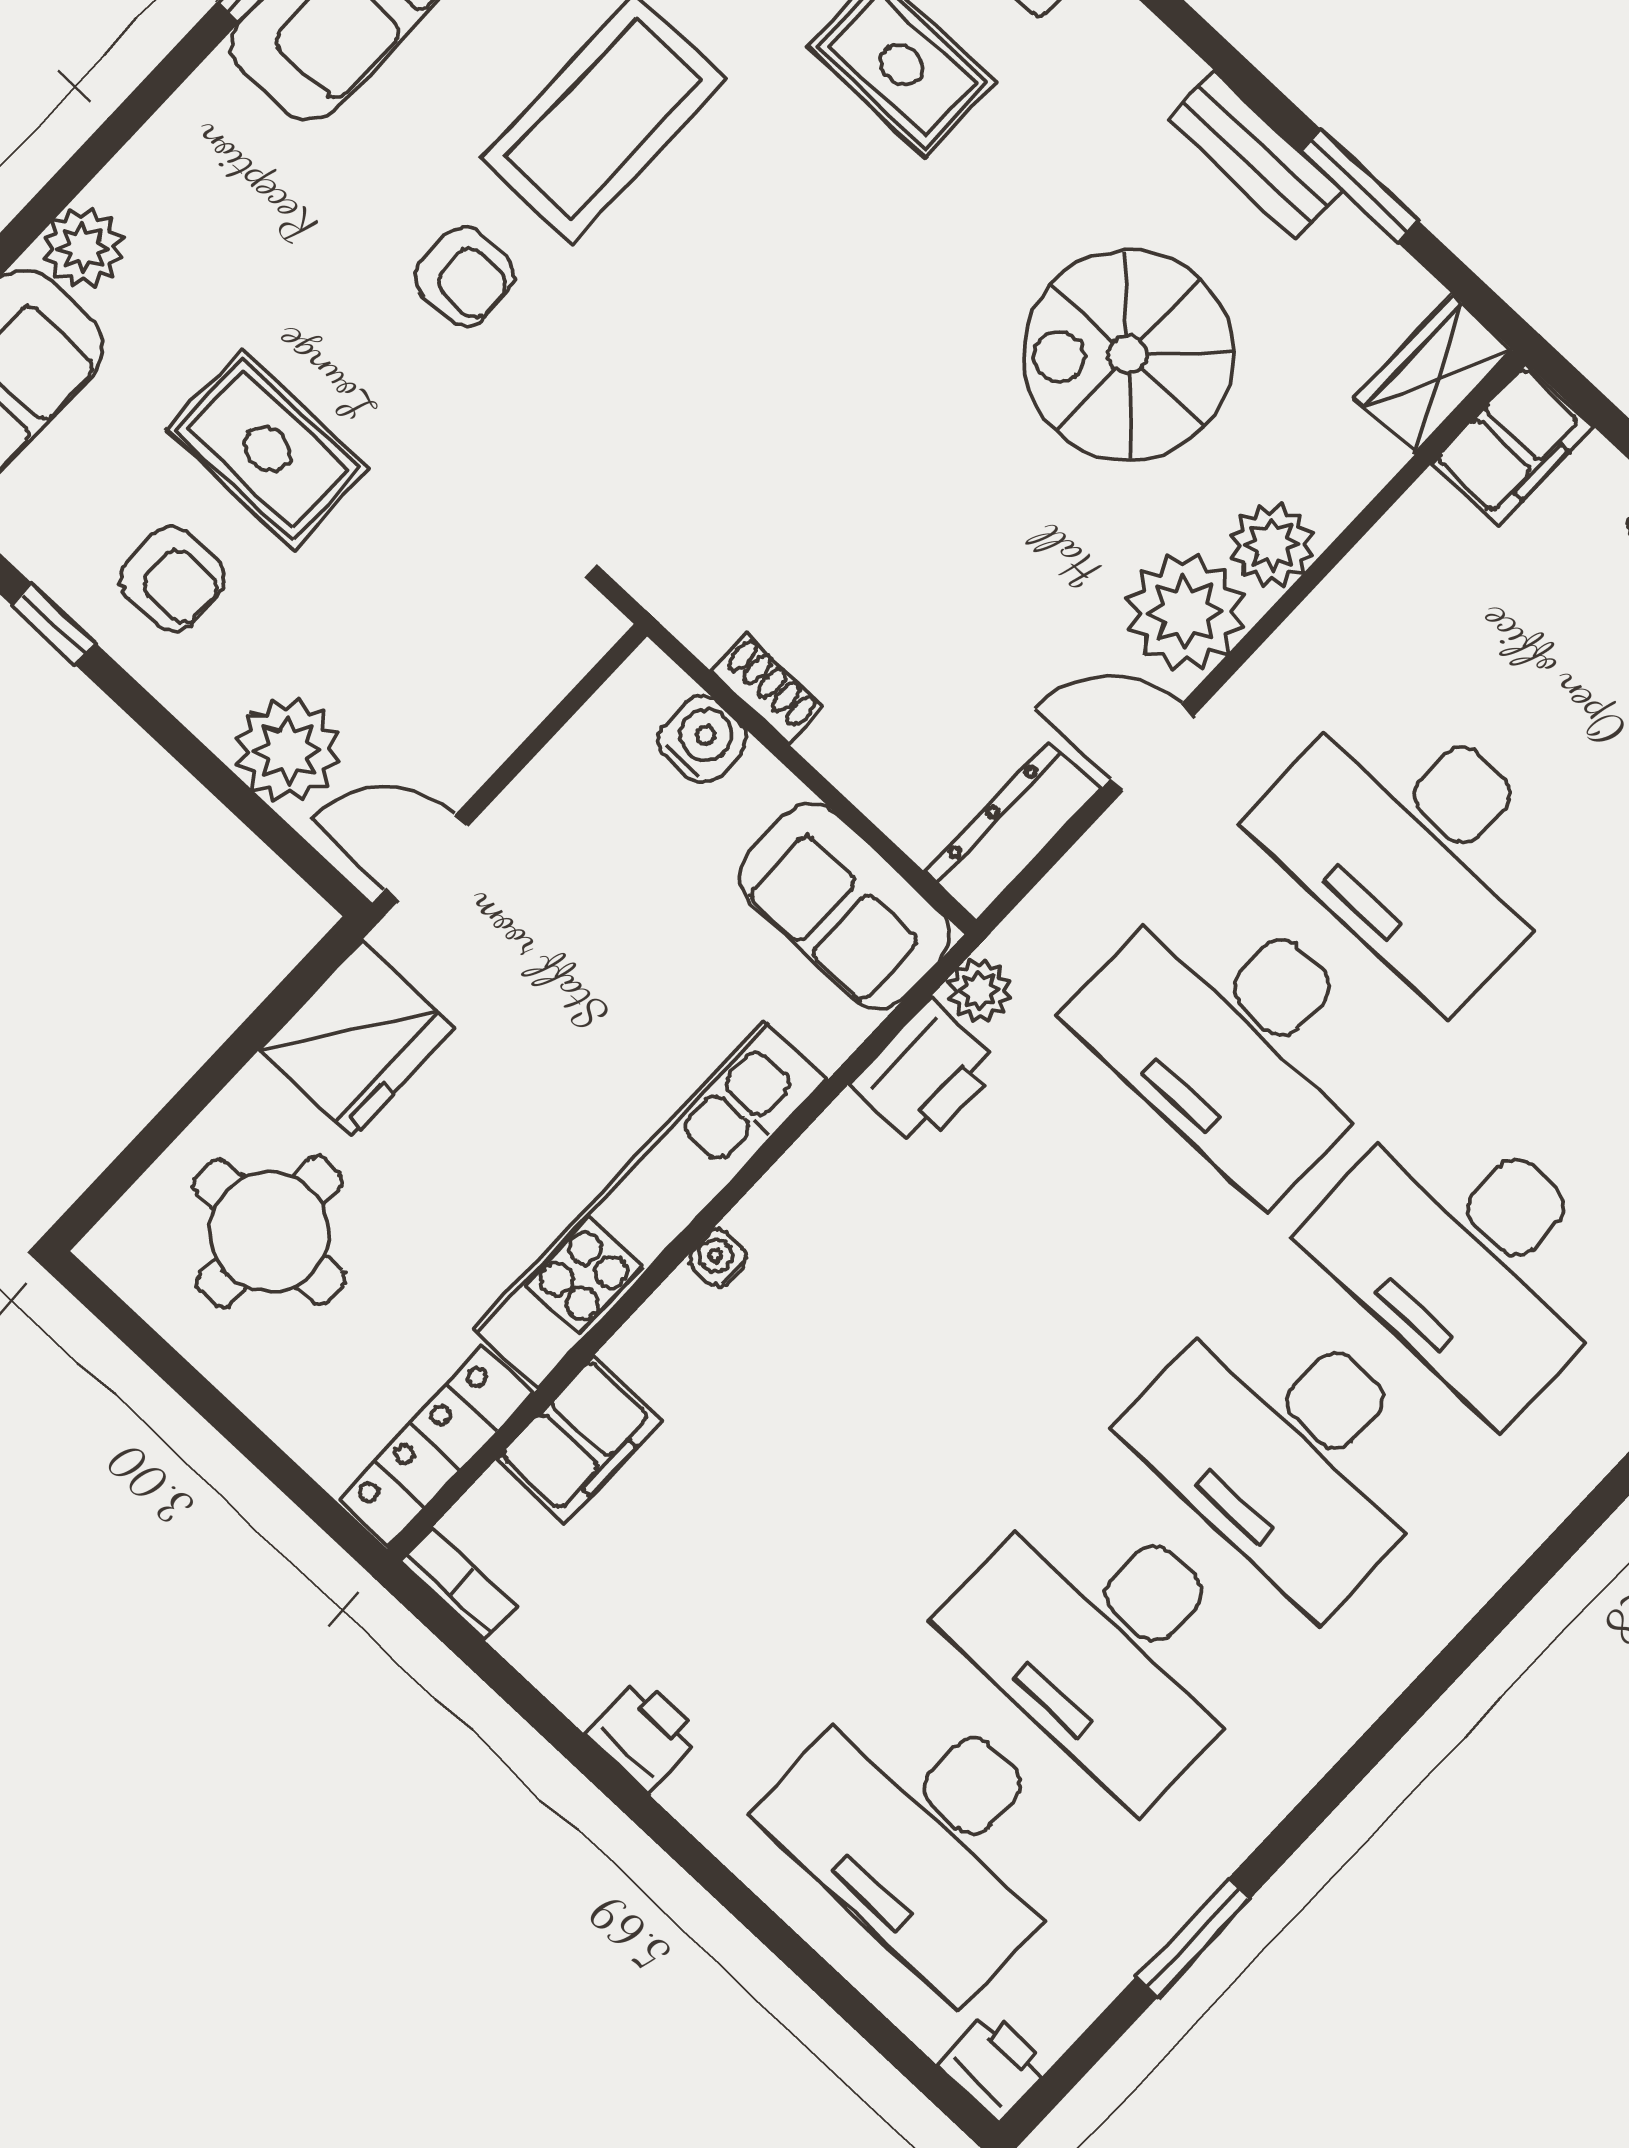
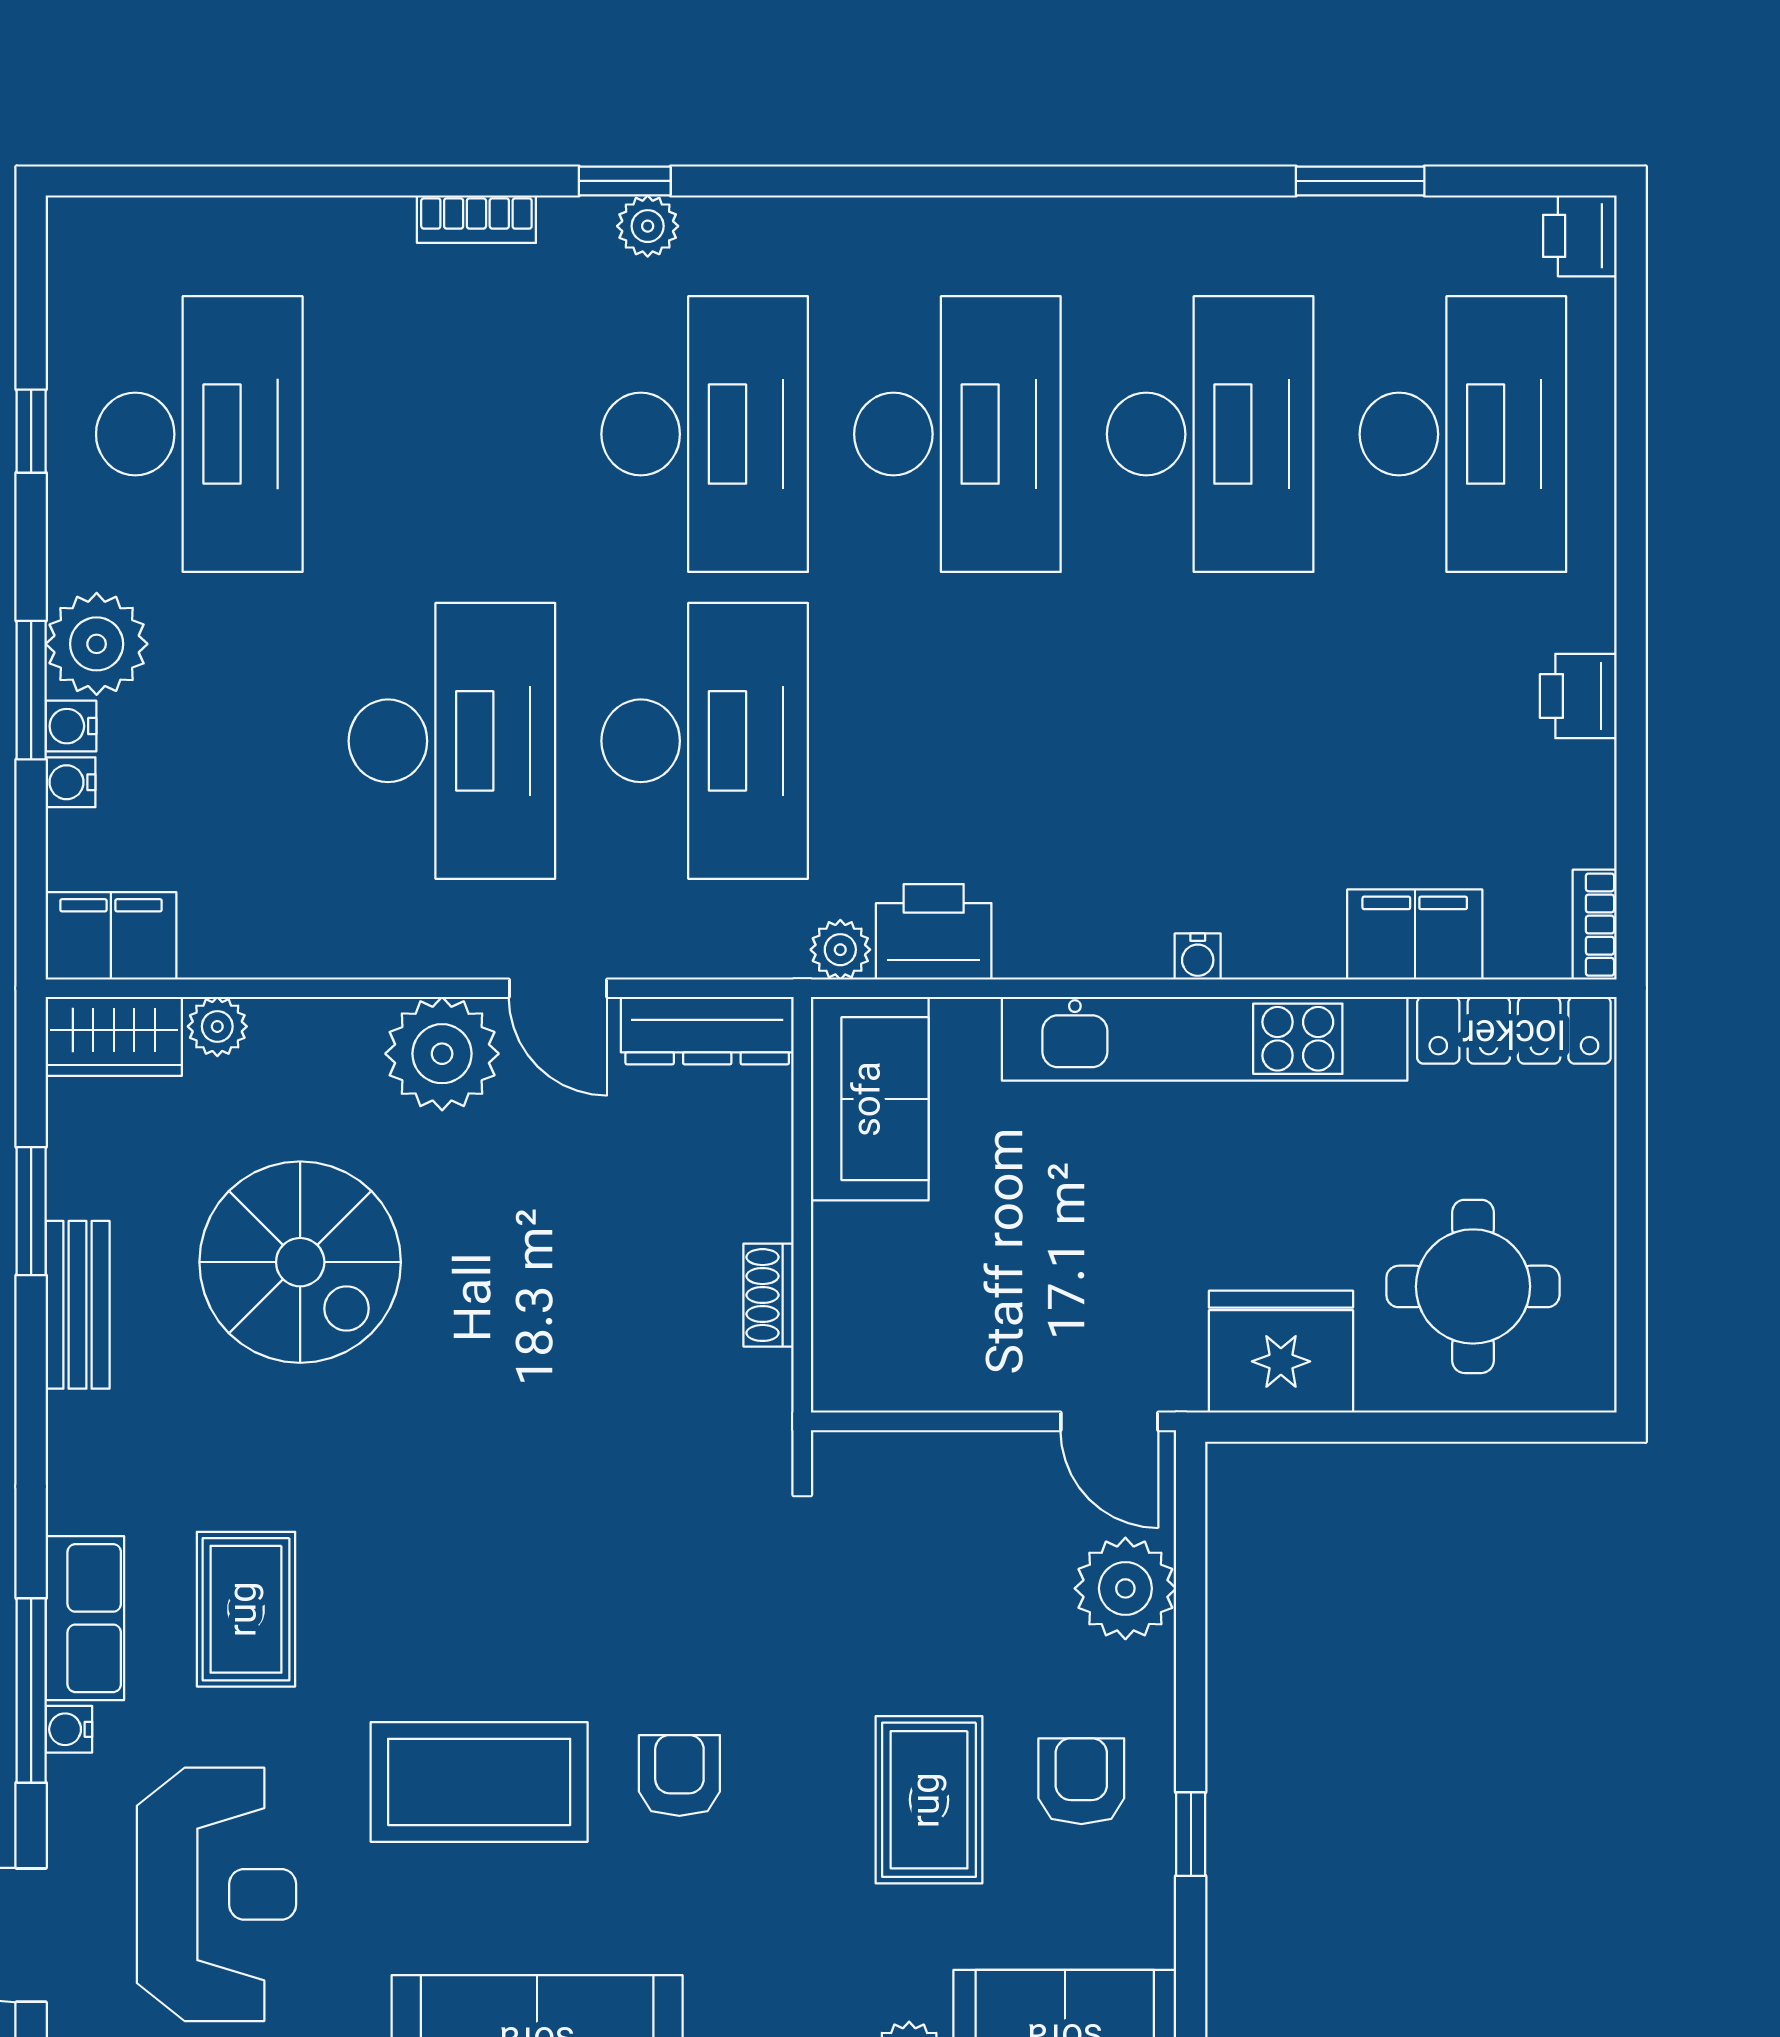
plant: (1272, 545) -> (217, 1026), moved, width x0.73, depth x0.73
water cooler: (702, 739) -> (847, 1307), removed

